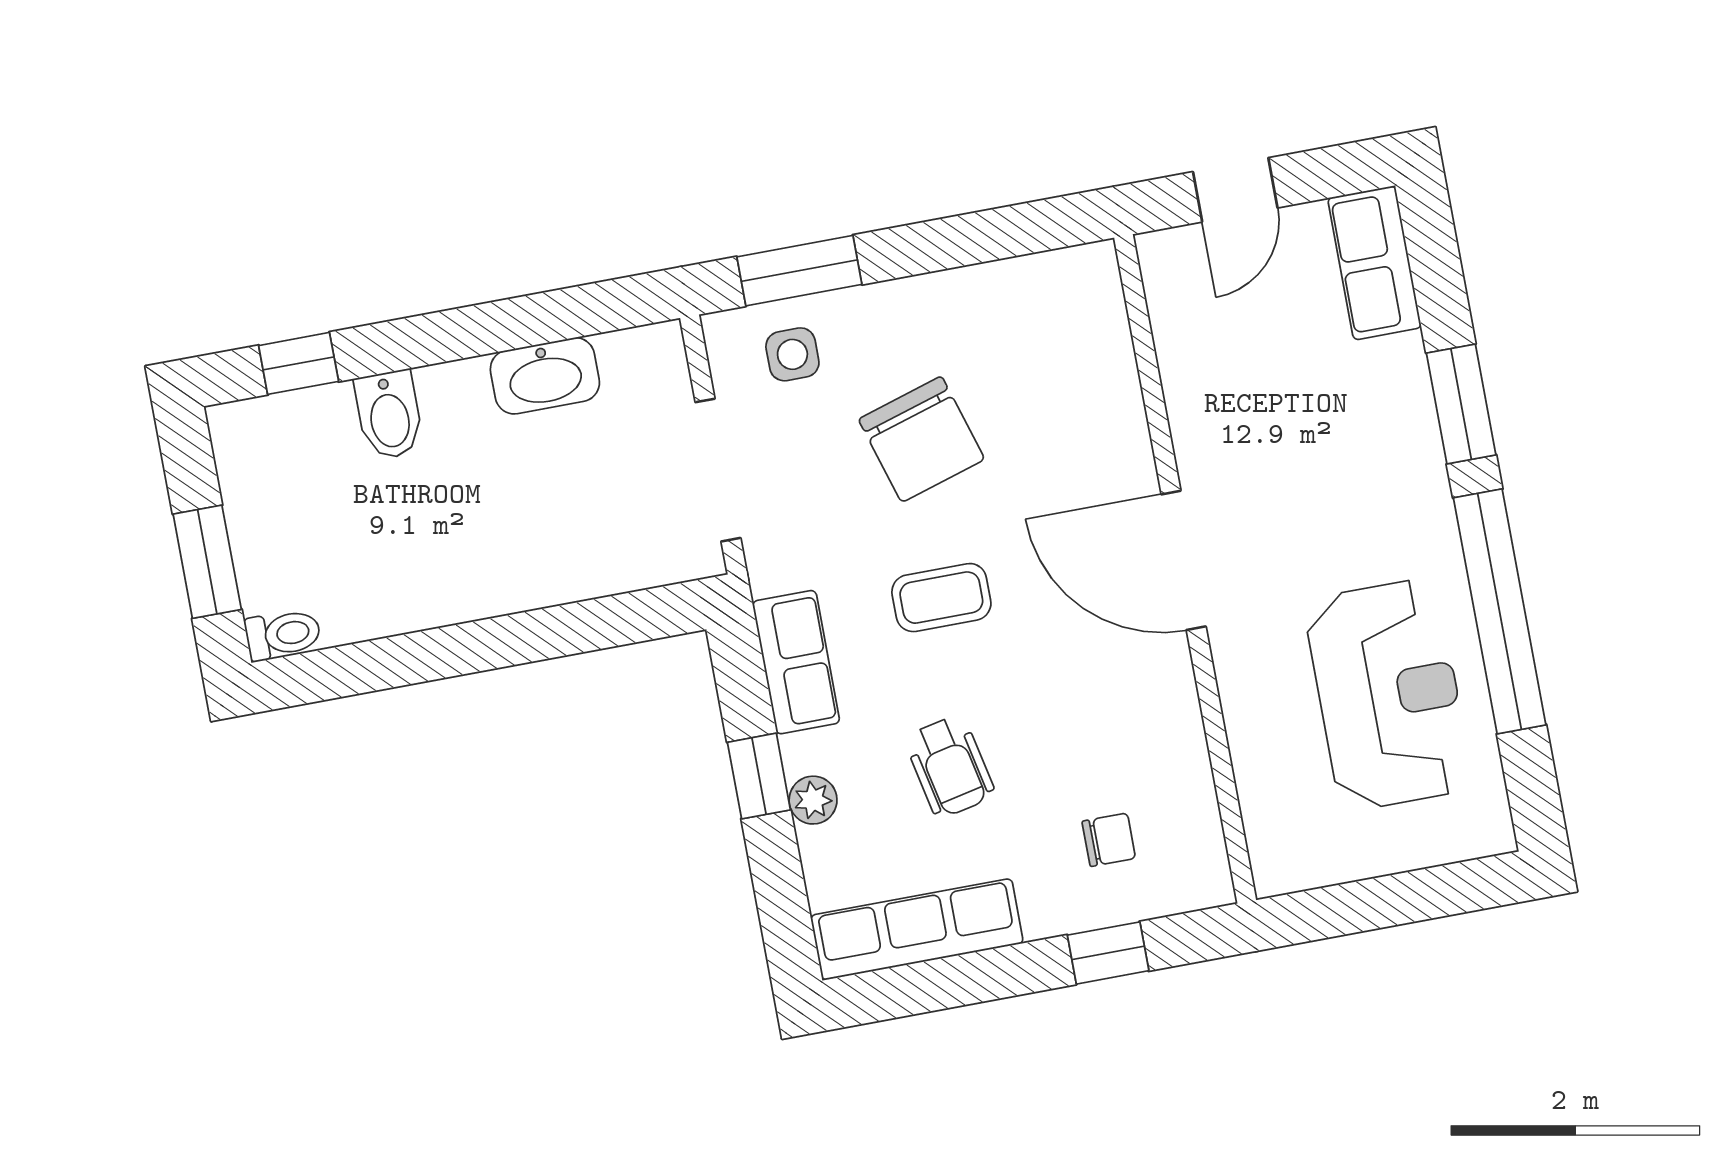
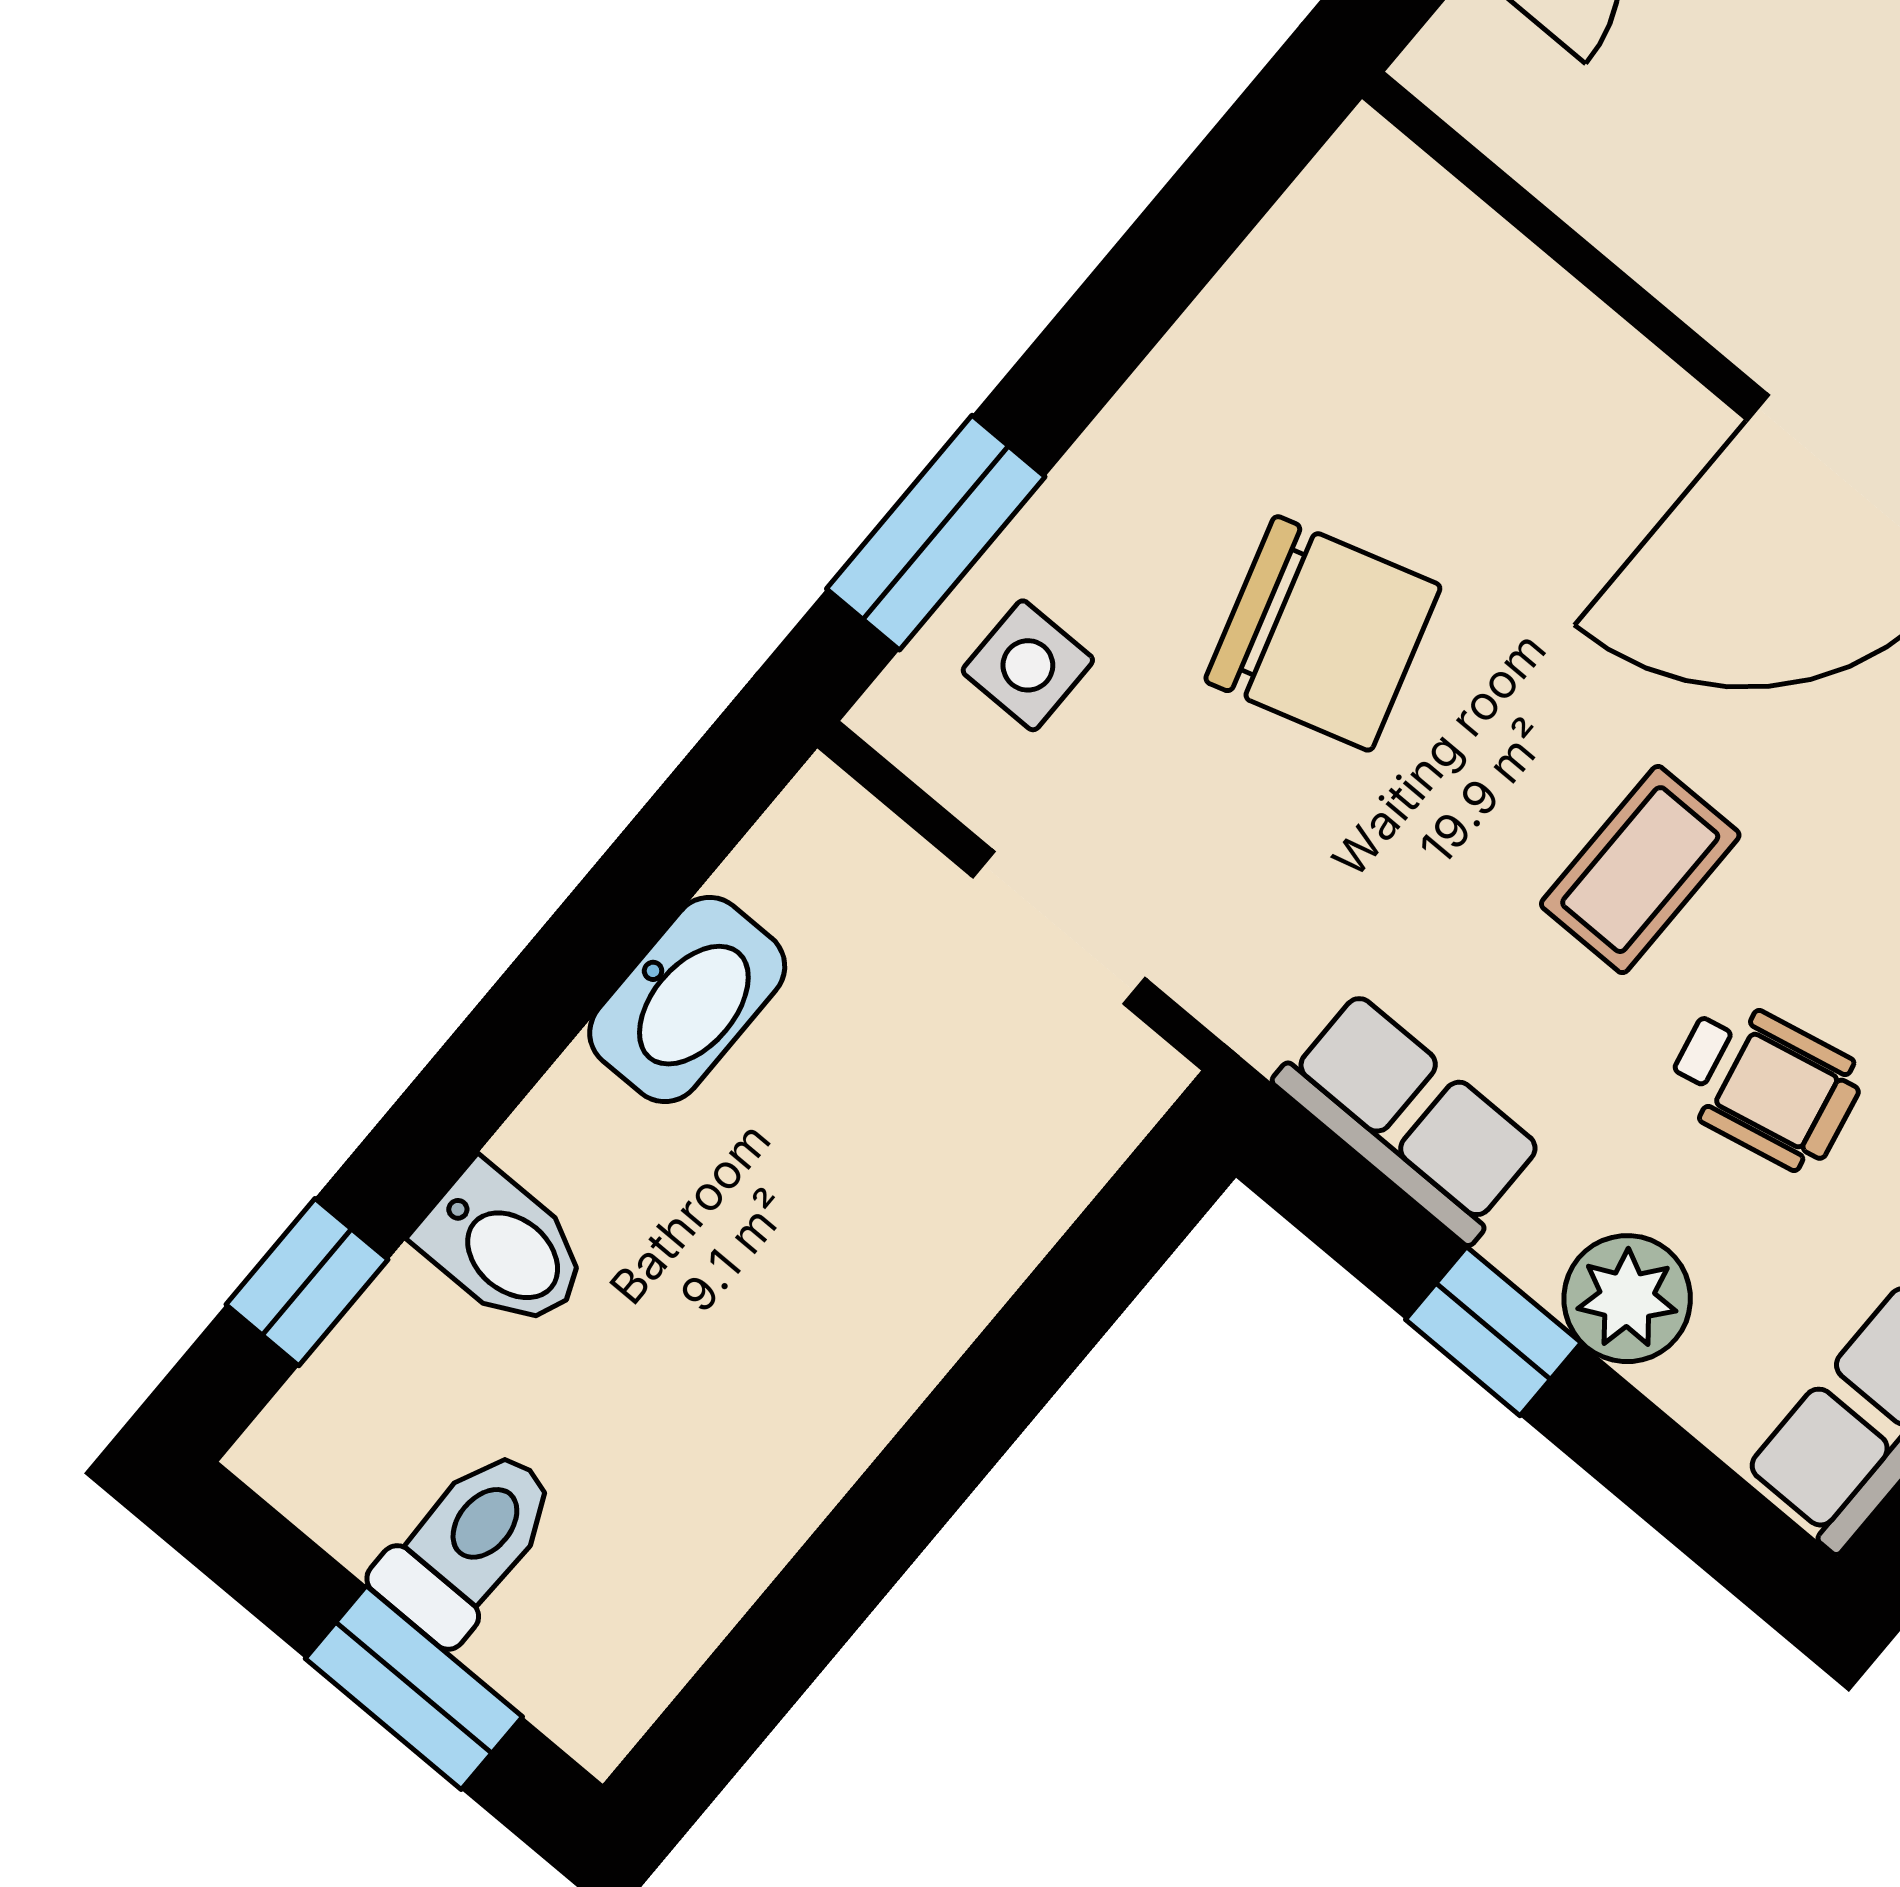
doorway: (718, 470) -> (1059, 928), width x0.73
coffee table: (941, 598) -> (1640, 870), moved
toilet: (283, 634) -> (468, 1544), moved, width x1.37, depth x1.39
plant: (813, 800) -> (1627, 1299), width x1.38, depth x1.38

